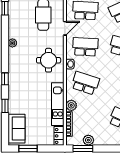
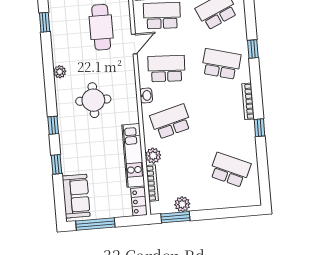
round table: (49, 60) -> (93, 100), moved
school desk: (85, 83) -> (171, 122), turned -33
window: (28, 149) -> (95, 224), width x1.44

